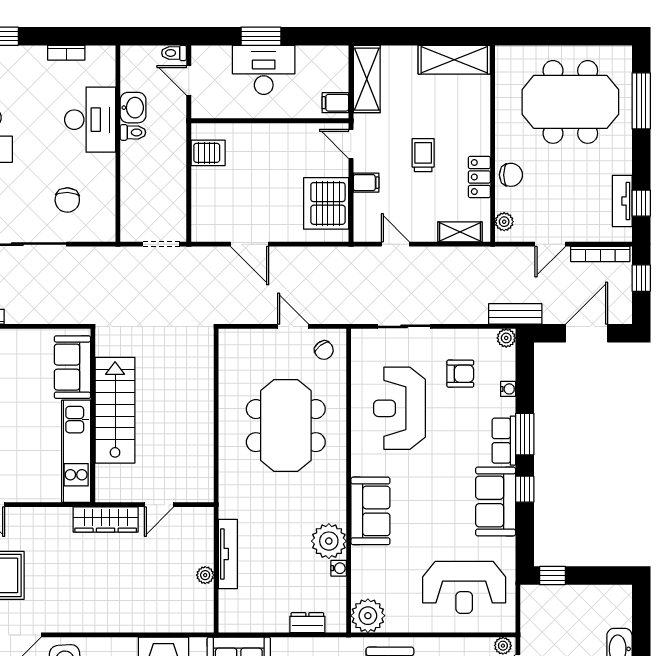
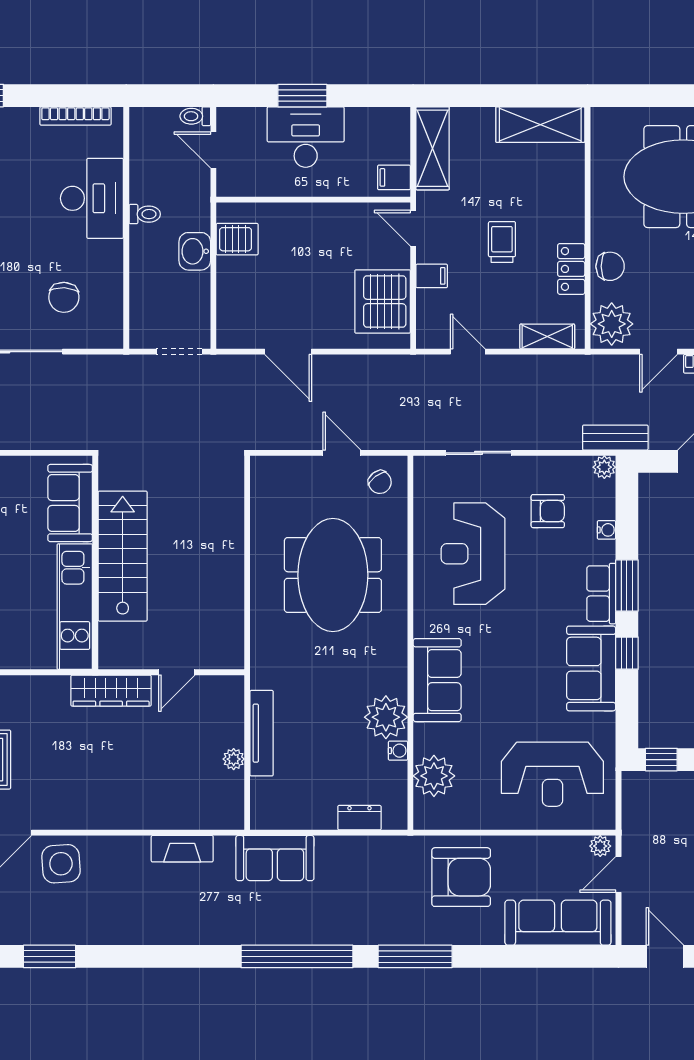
bookcase: (66, 53) -> (75, 116), width x1.56
washbasin: (133, 108) -> (195, 251), moved, turned 180
plant: (504, 222) -> (612, 324), width x1.88, depth x1.88
plant: (368, 616) -> (434, 776), moved

